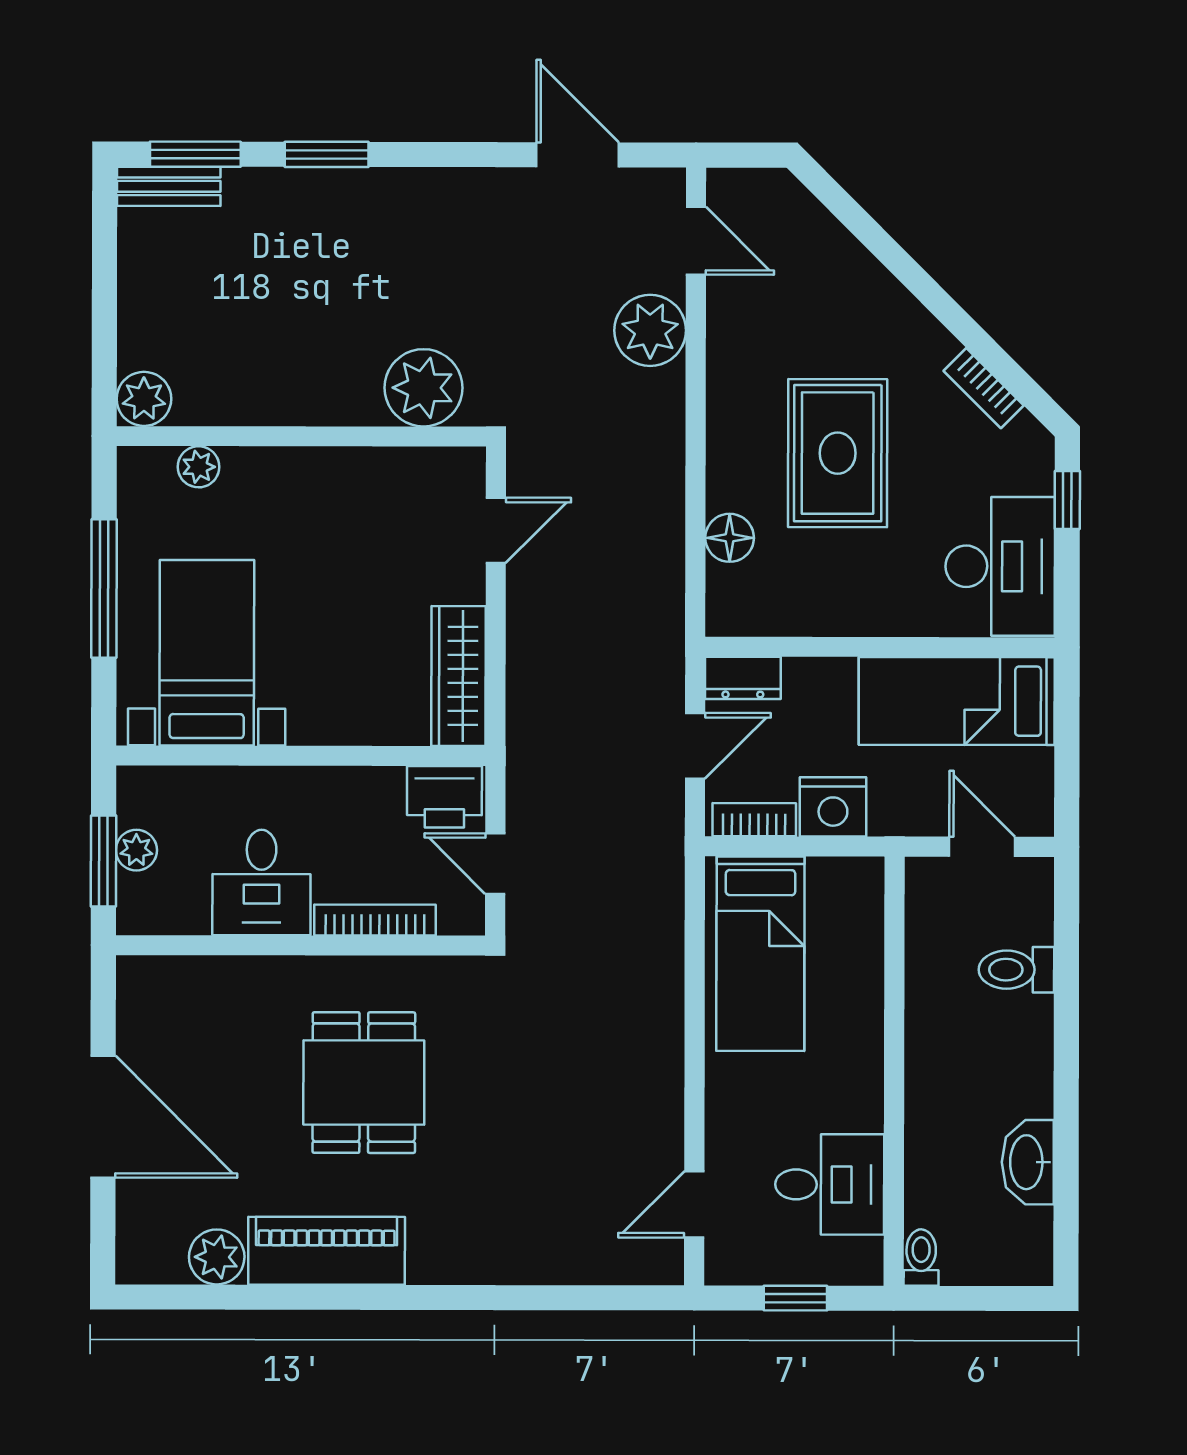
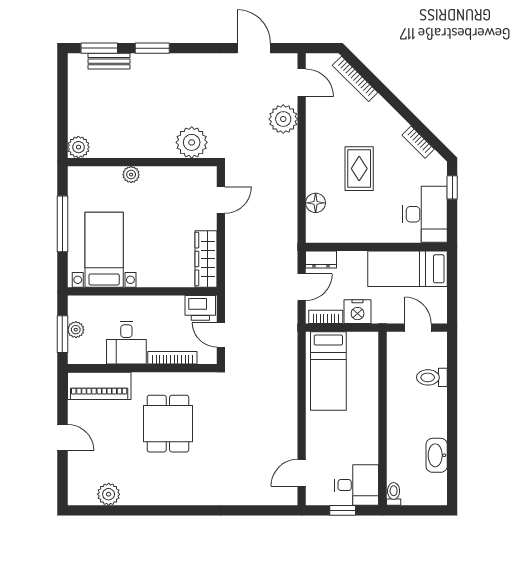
bench: (169, 186) -> (109, 61), moved
bookcase: (828, 232) -> (355, 79), added
rug: (838, 453) -> (359, 169), width x0.73, depth x0.70
plant: (198, 467) -> (131, 175), moved
door: (103, 1117) -> (62, 437), width x0.53
desk: (830, 1184) -> (356, 485), moved
piano: (327, 1251) -> (99, 386), moved, turned 180

